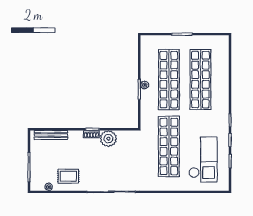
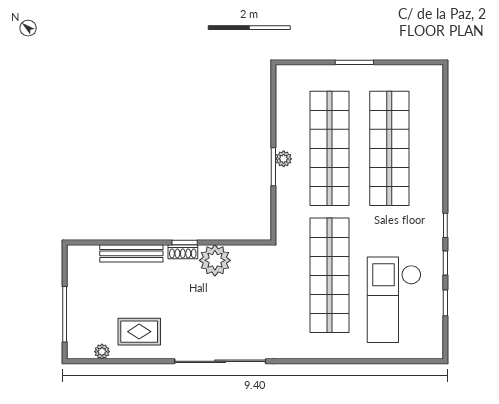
bench: (51, 135) -> (131, 253), moved
checkout: (203, 159) -> (394, 300), turned 180

